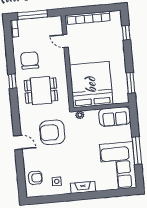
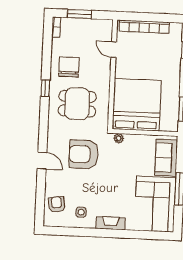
window: (32, 15) -> (79, 14), width x0.69
sofa: (115, 117) -> (166, 158), moved, turned 90
armchair: (35, 178) -> (57, 205), turned -98

